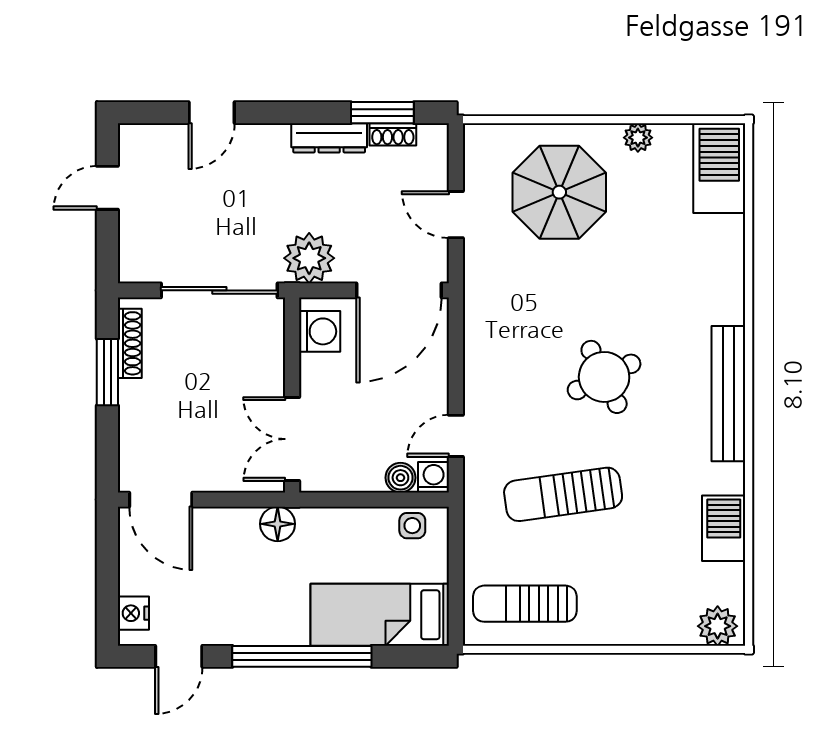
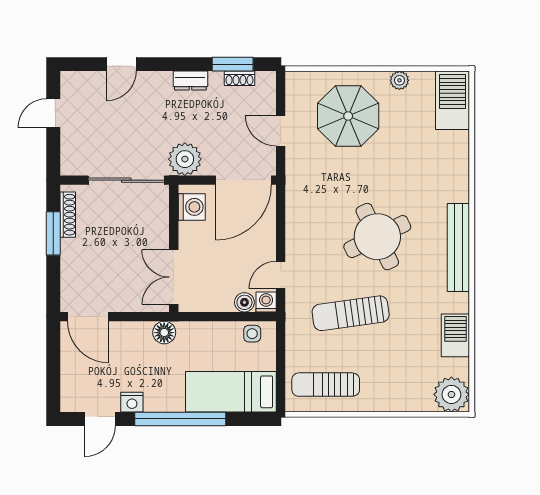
dresser: (329, 138) -> (190, 81), width x0.70
round table: (604, 377) -> (377, 237), width x1.36, depth x1.36
nightstand: (133, 613) -> (132, 402), moved, turned -90
plant: (718, 626) -> (451, 394), width x1.36, depth x1.36

